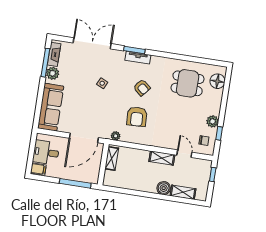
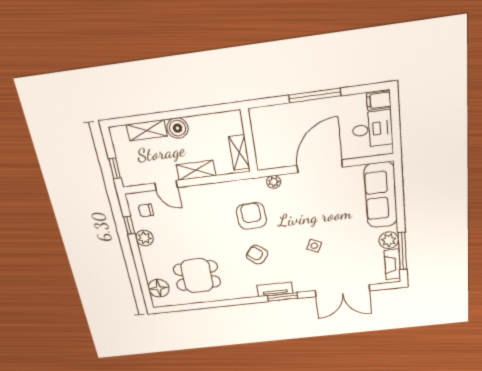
shelving: (112, 158) -> (239, 153), moved
wall: (103, 164) -> (249, 141), moved

